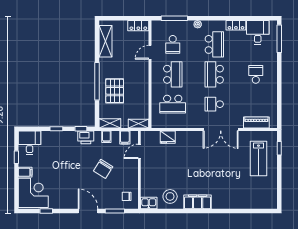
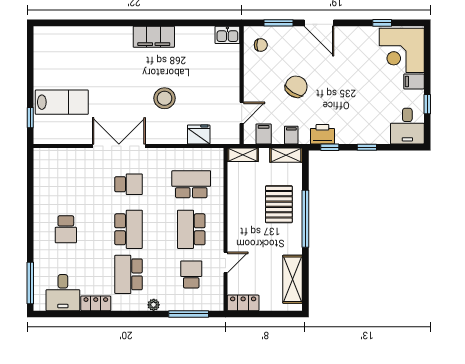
piano: (256, 123) -> (65, 156), removed
lab bench: (258, 159) -> (62, 102), turned 90
stool: (170, 196) -> (165, 98), moved

